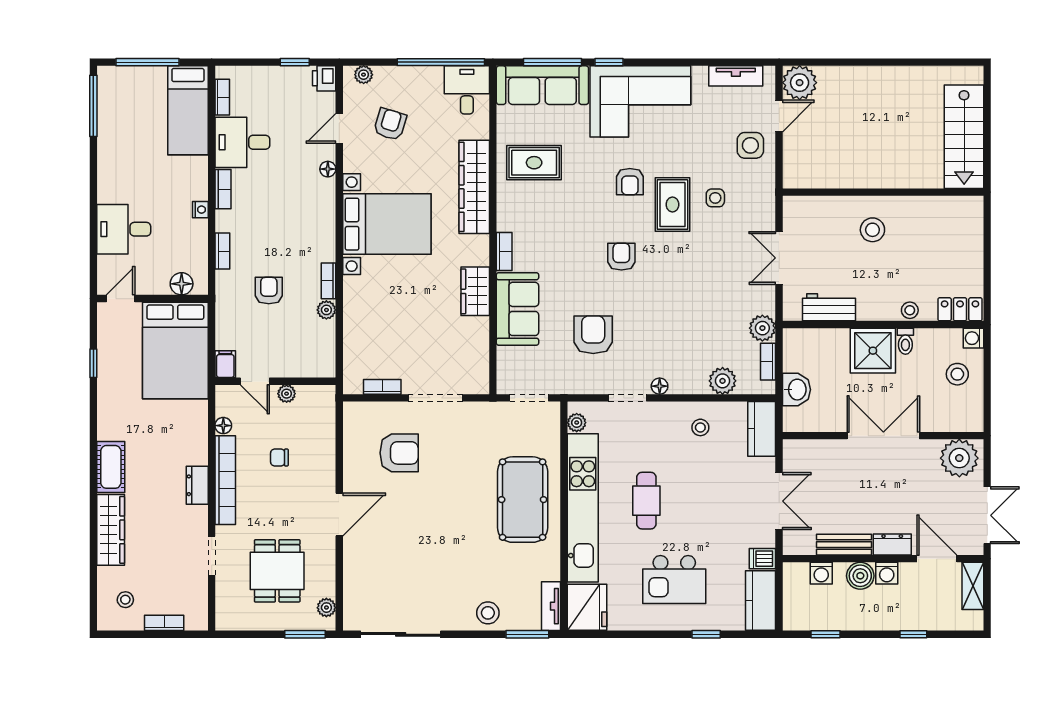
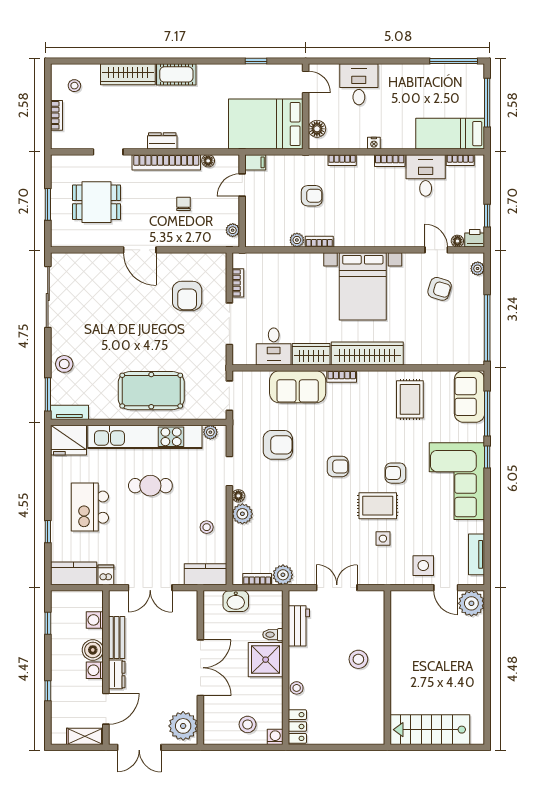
sofa: (542, 85) -> (469, 397), width x0.73
desk: (467, 90) -> (274, 346), moved, turned 90
floor lamp: (328, 169) -> (457, 241), moved
wardrobe: (474, 187) -> (367, 354), moved
toilet: (905, 341) -> (273, 635), moved
plant: (723, 381) -> (242, 514), moved
plant: (287, 394) -> (233, 230), moved
plant: (326, 608) -> (68, 240), removed
window: (305, 634) -> (48, 204), moved

